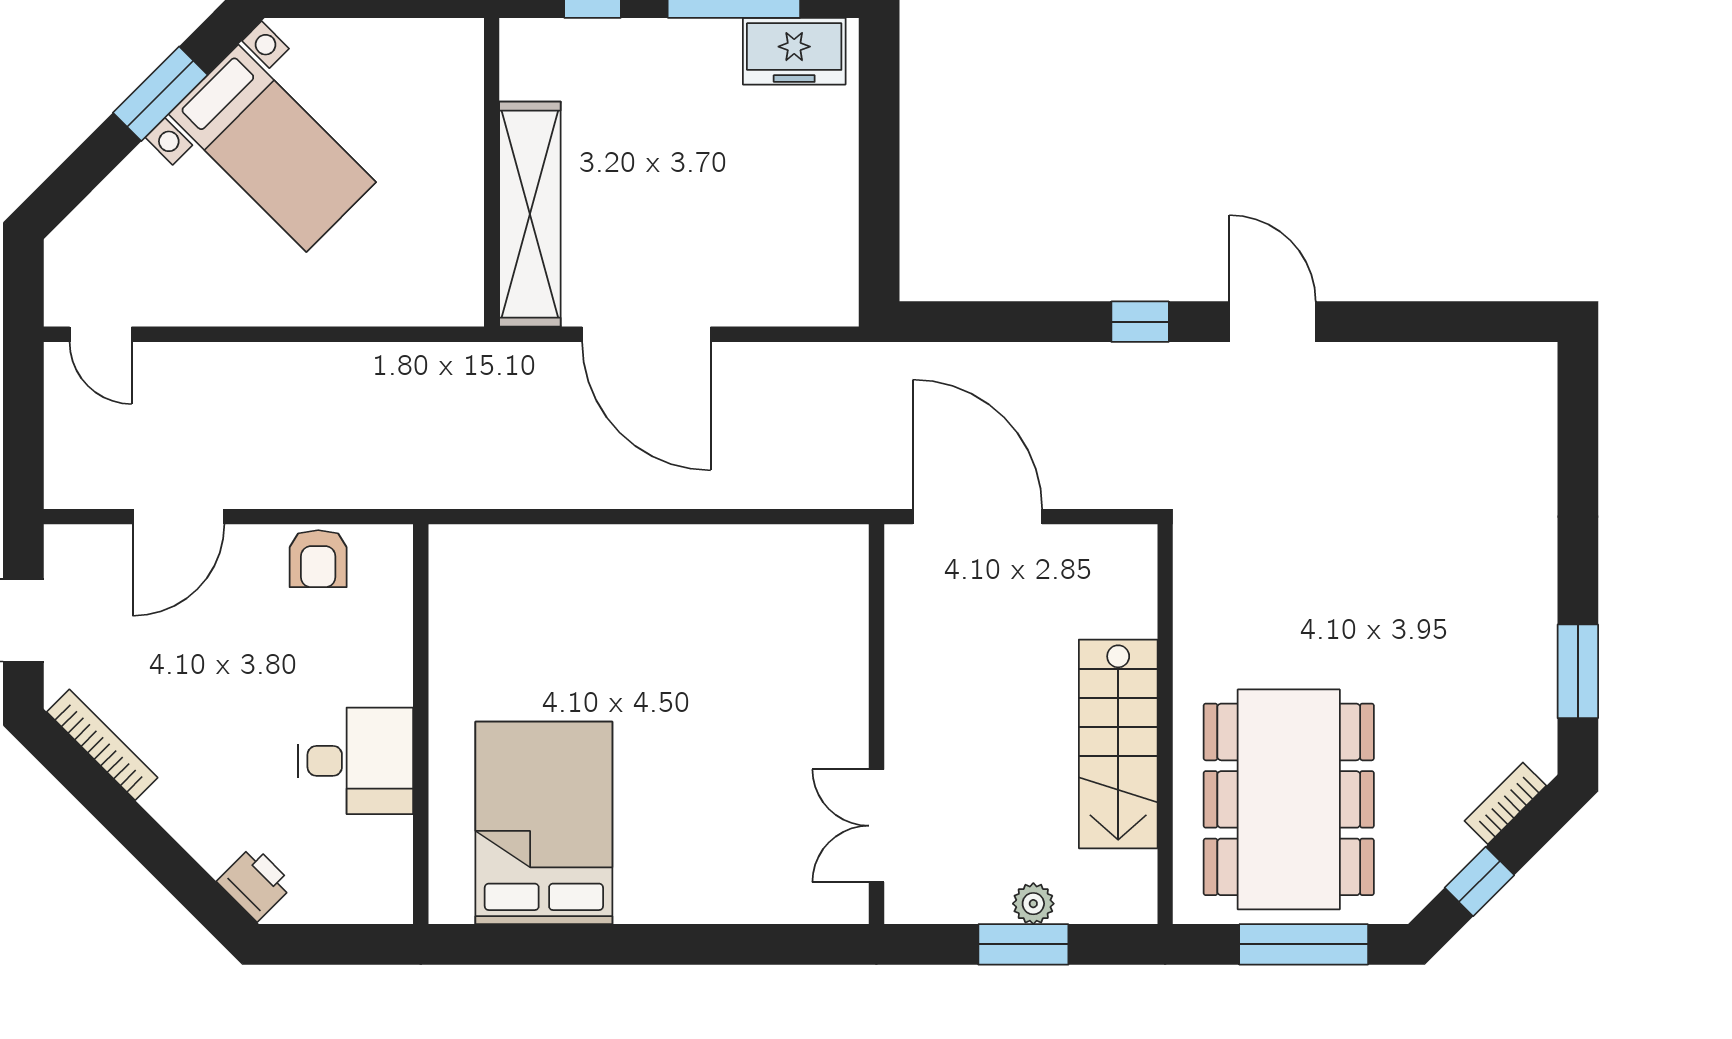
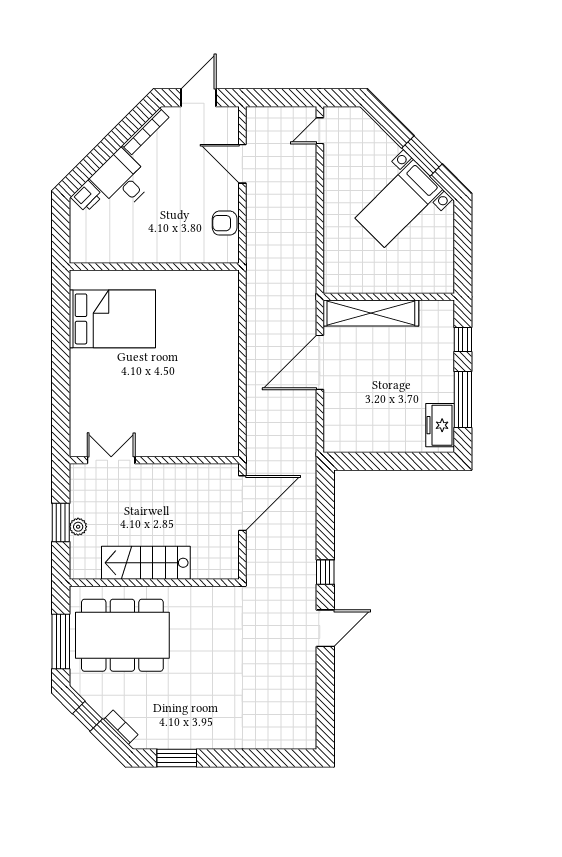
desk: (356, 761) -> (122, 180), moved, turned 135

